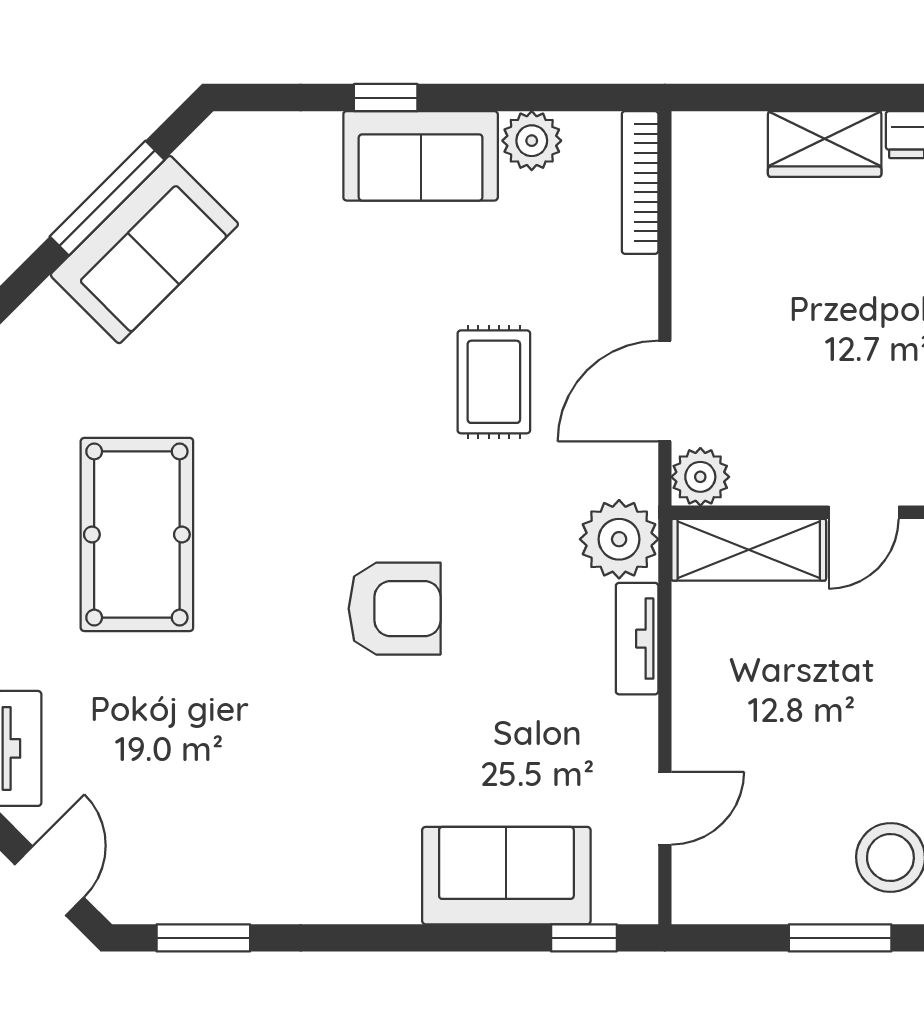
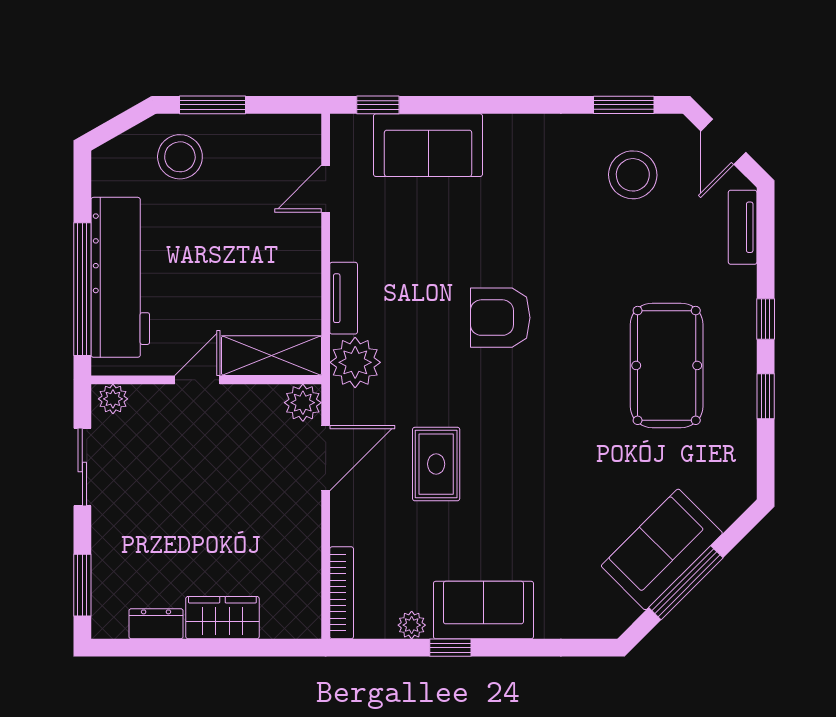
window: (386, 98) -> (450, 648), moved
plant: (532, 141) -> (412, 625), width x0.73, depth x0.73
stool: (189, 830) -> (633, 175), added

